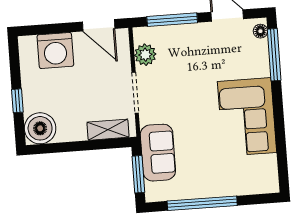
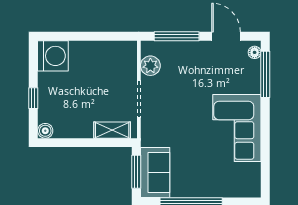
door: (99, 25) -> (111, 36), removed
washing machine: (55, 50) -> (53, 56), moved, turned -90
boiler: (40, 128) -> (45, 131), width x0.54, depth x0.54
sofa: (158, 153) -> (155, 172), moved

